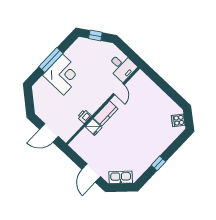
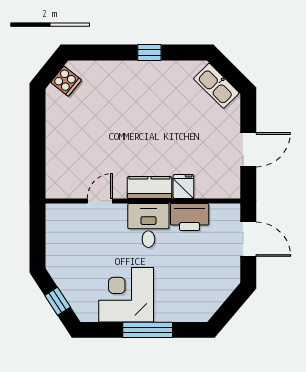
desk: (122, 67) -> (148, 225), moved
corner desk: (63, 75) -> (126, 295), moved
printer: (84, 116) -> (190, 217), width x1.87, depth x1.48
door: (91, 173) -> (248, 150), moved

